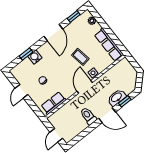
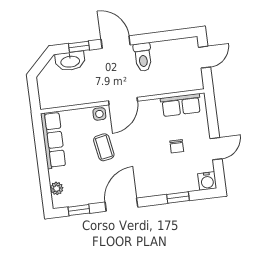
water cooler: (35, 57) -> (207, 181), moved
washbasin: (117, 98) -> (70, 61), moved

